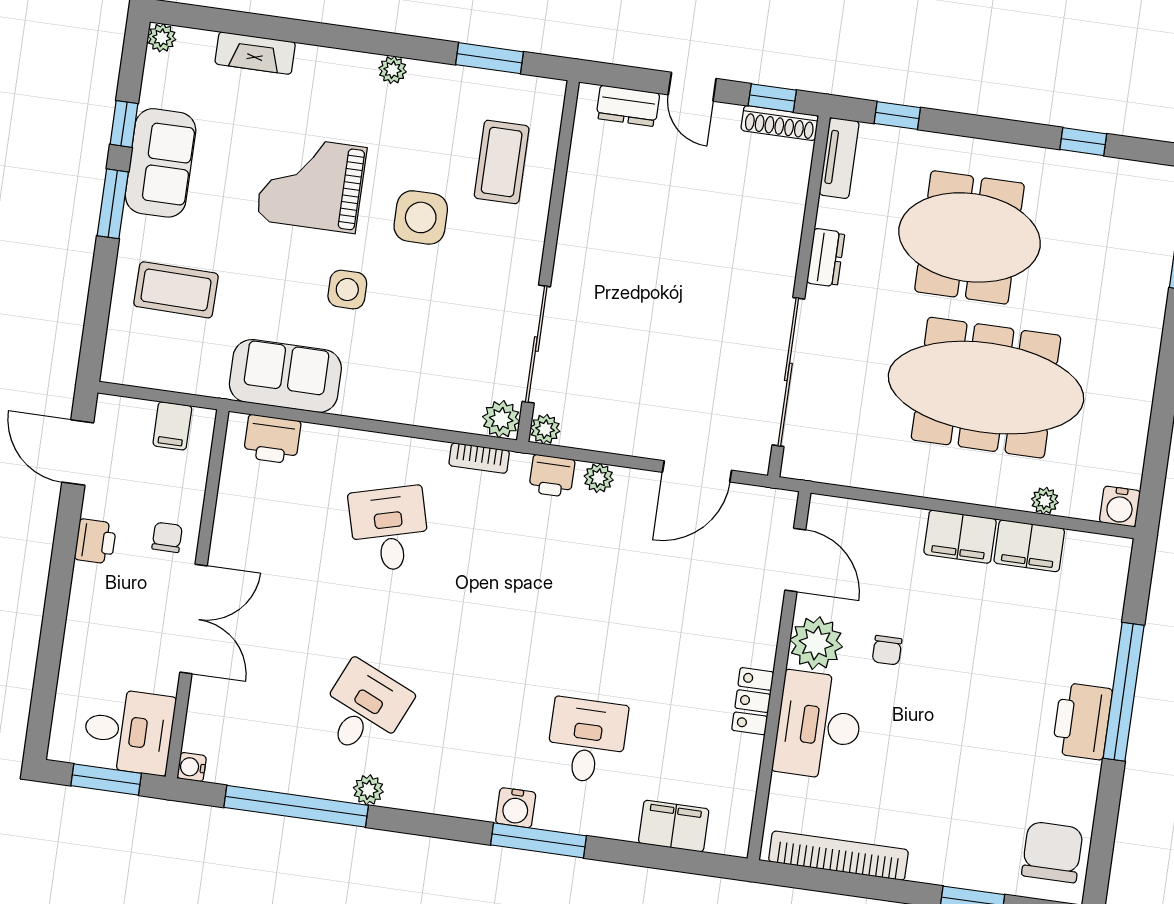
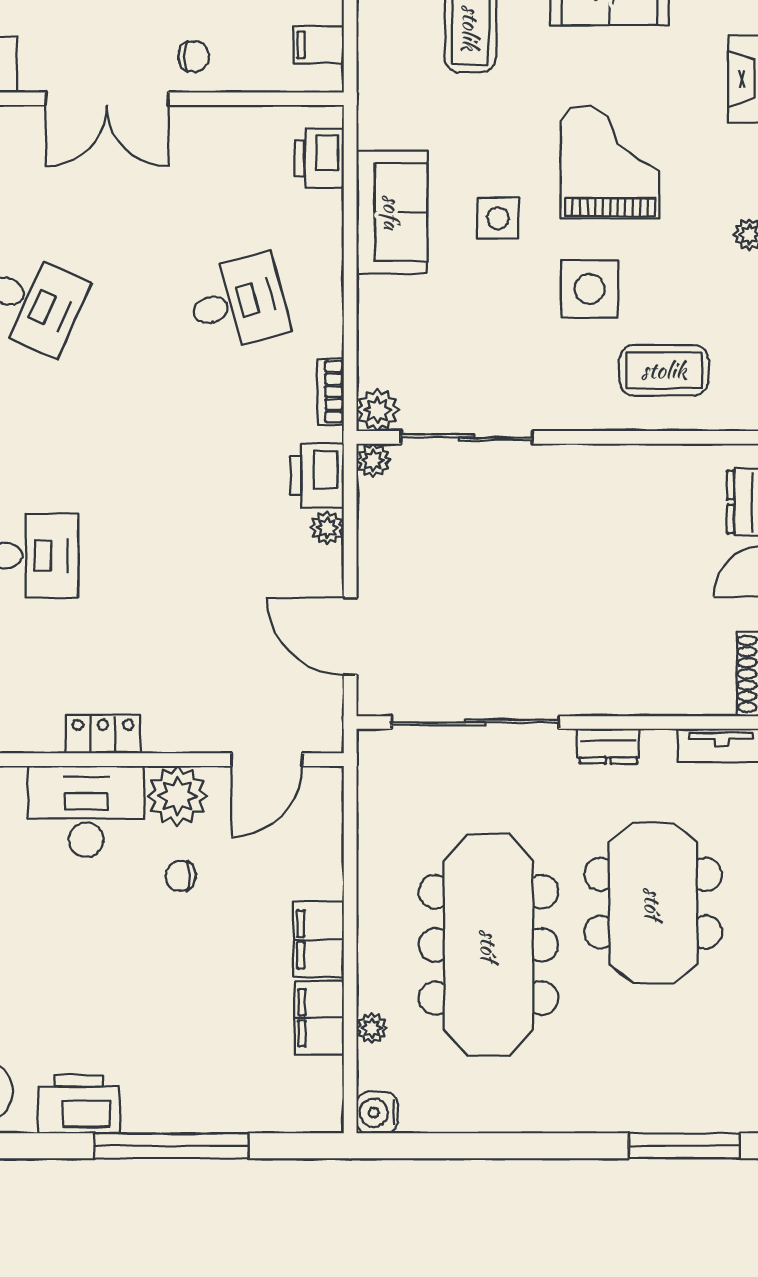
sofa: (285, 376) -> (392, 212), moved
printer: (552, 476) -> (317, 475), width x1.36, depth x1.24
printer: (1082, 721) -> (79, 1104), moved

